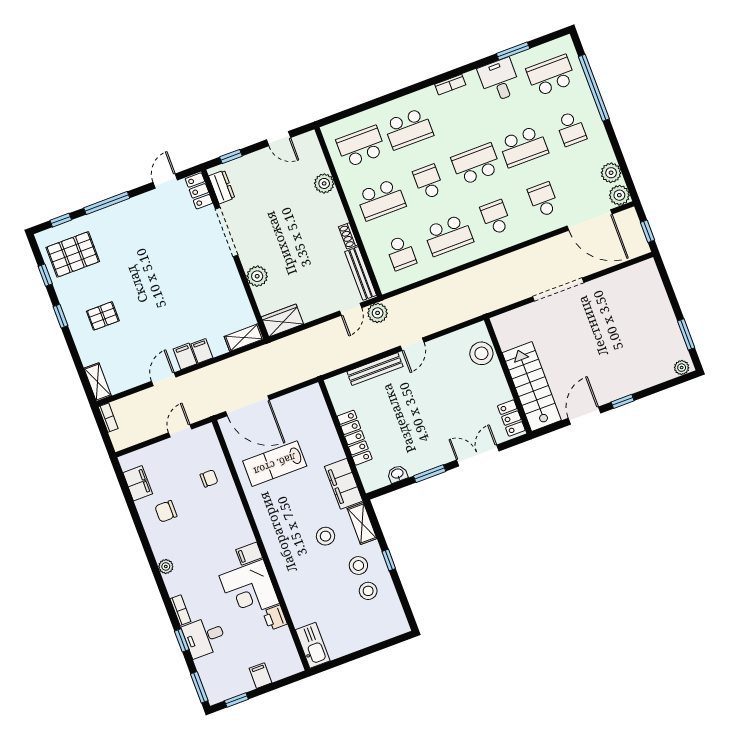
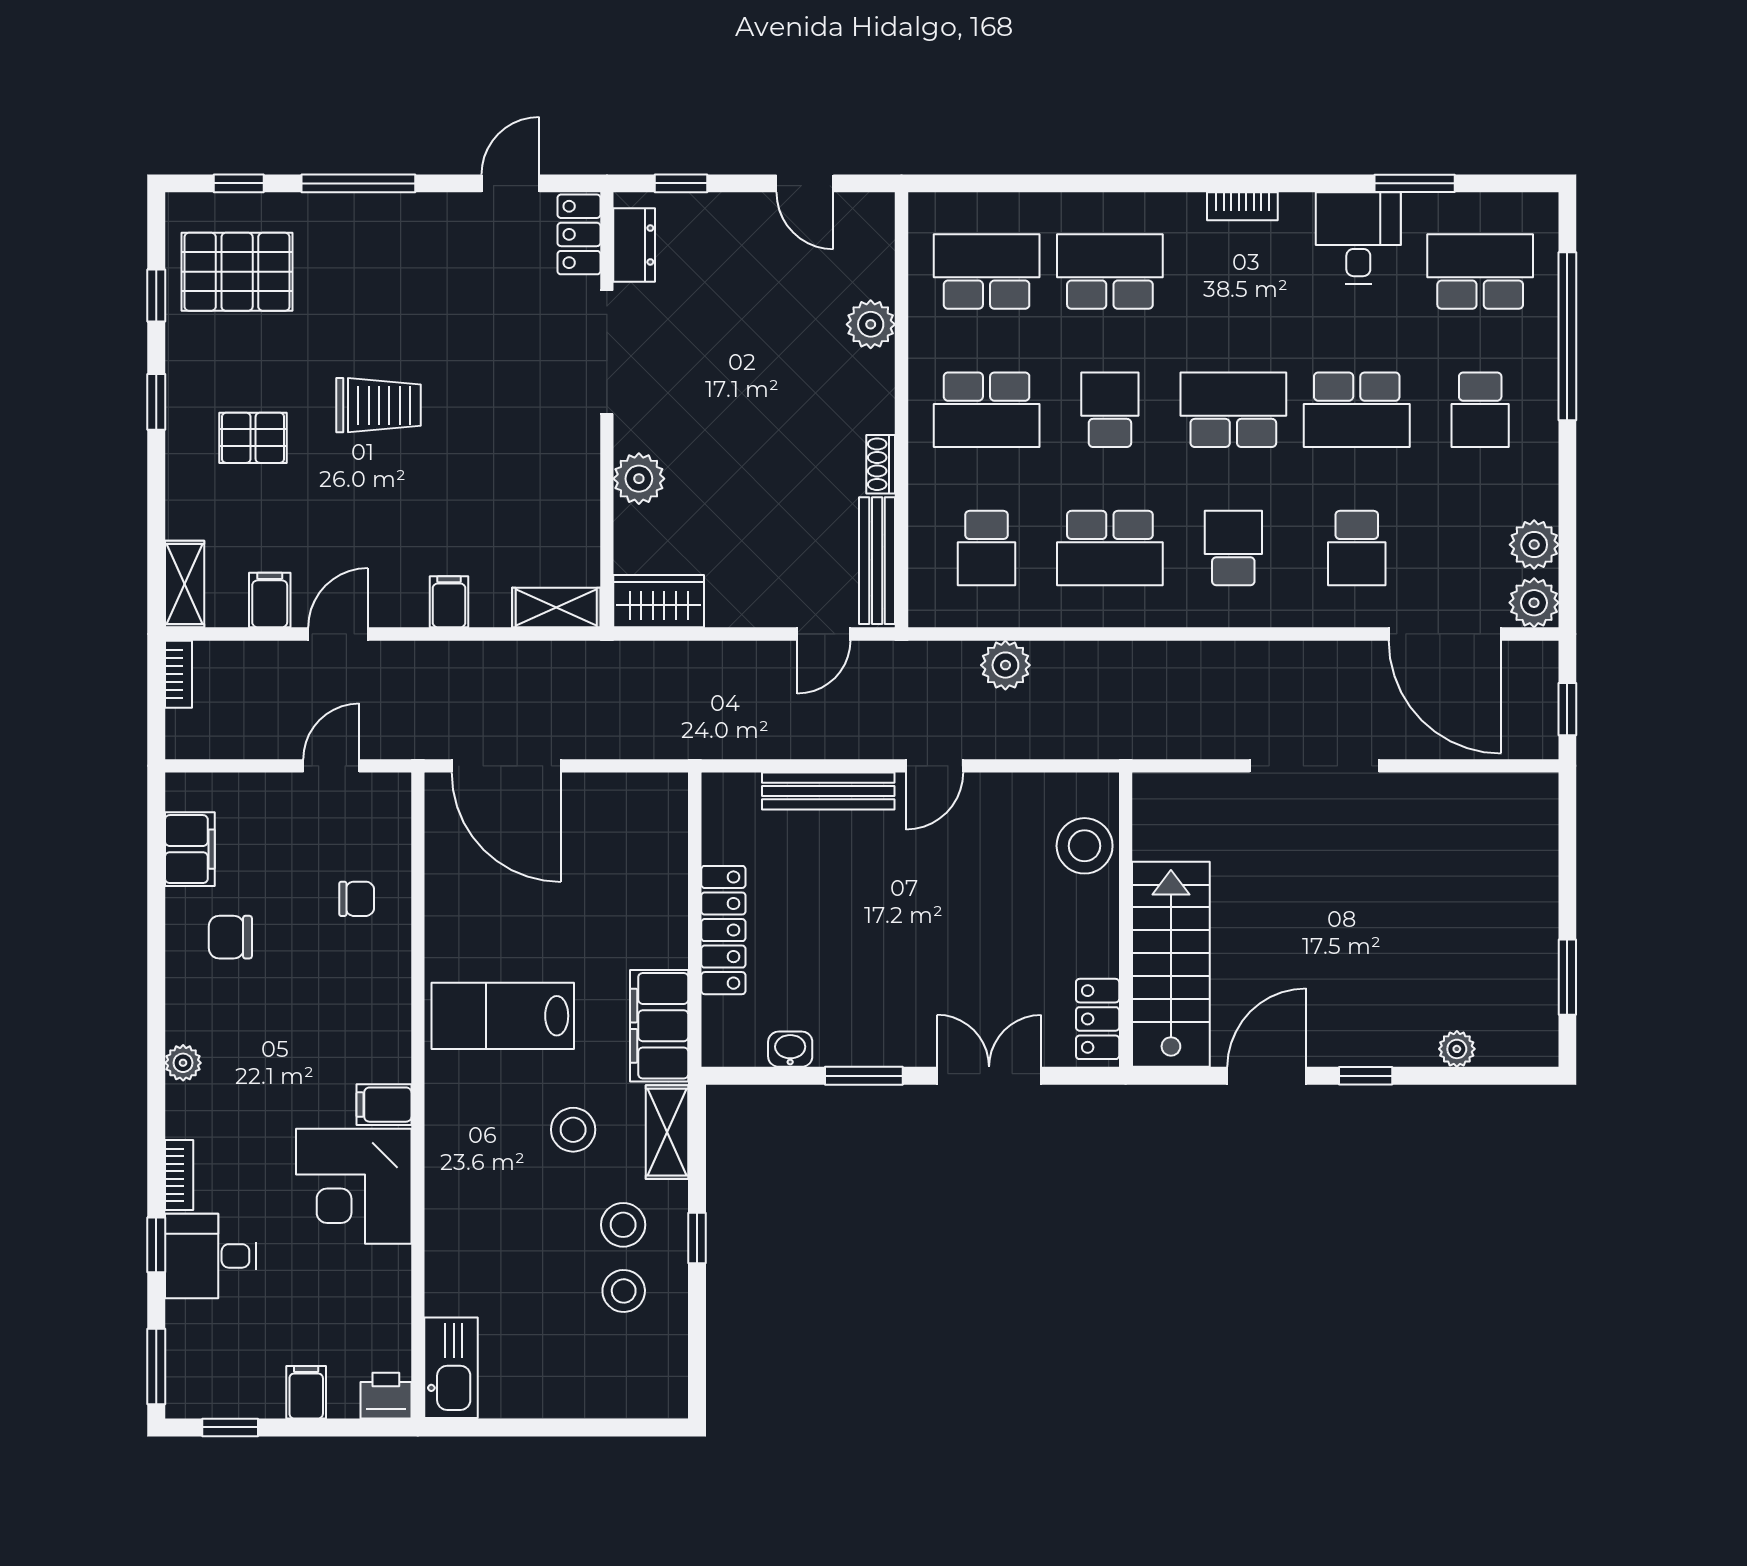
school desk: (409, 129) -> (1110, 271), turned 180
school desk: (543, 200) -> (1357, 548), turned 180
trolley: (146, 285) -> (378, 405), added
plant: (378, 313) -> (1005, 665), moved
filing cabinet: (185, 356) -> (270, 600), moved
plant: (682, 368) -> (1457, 1049), moved
lab bench: (275, 464) -> (503, 1016), moved
printer: (275, 618) -> (386, 1396), moved, turned 90

